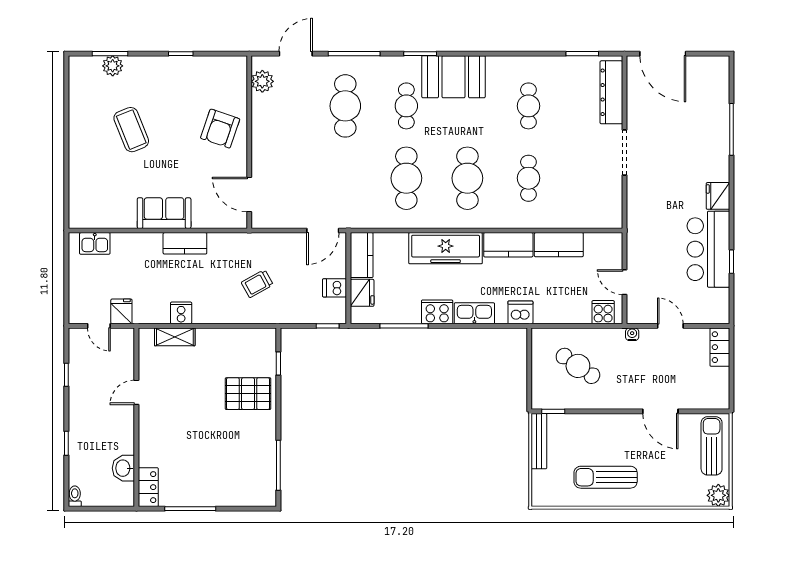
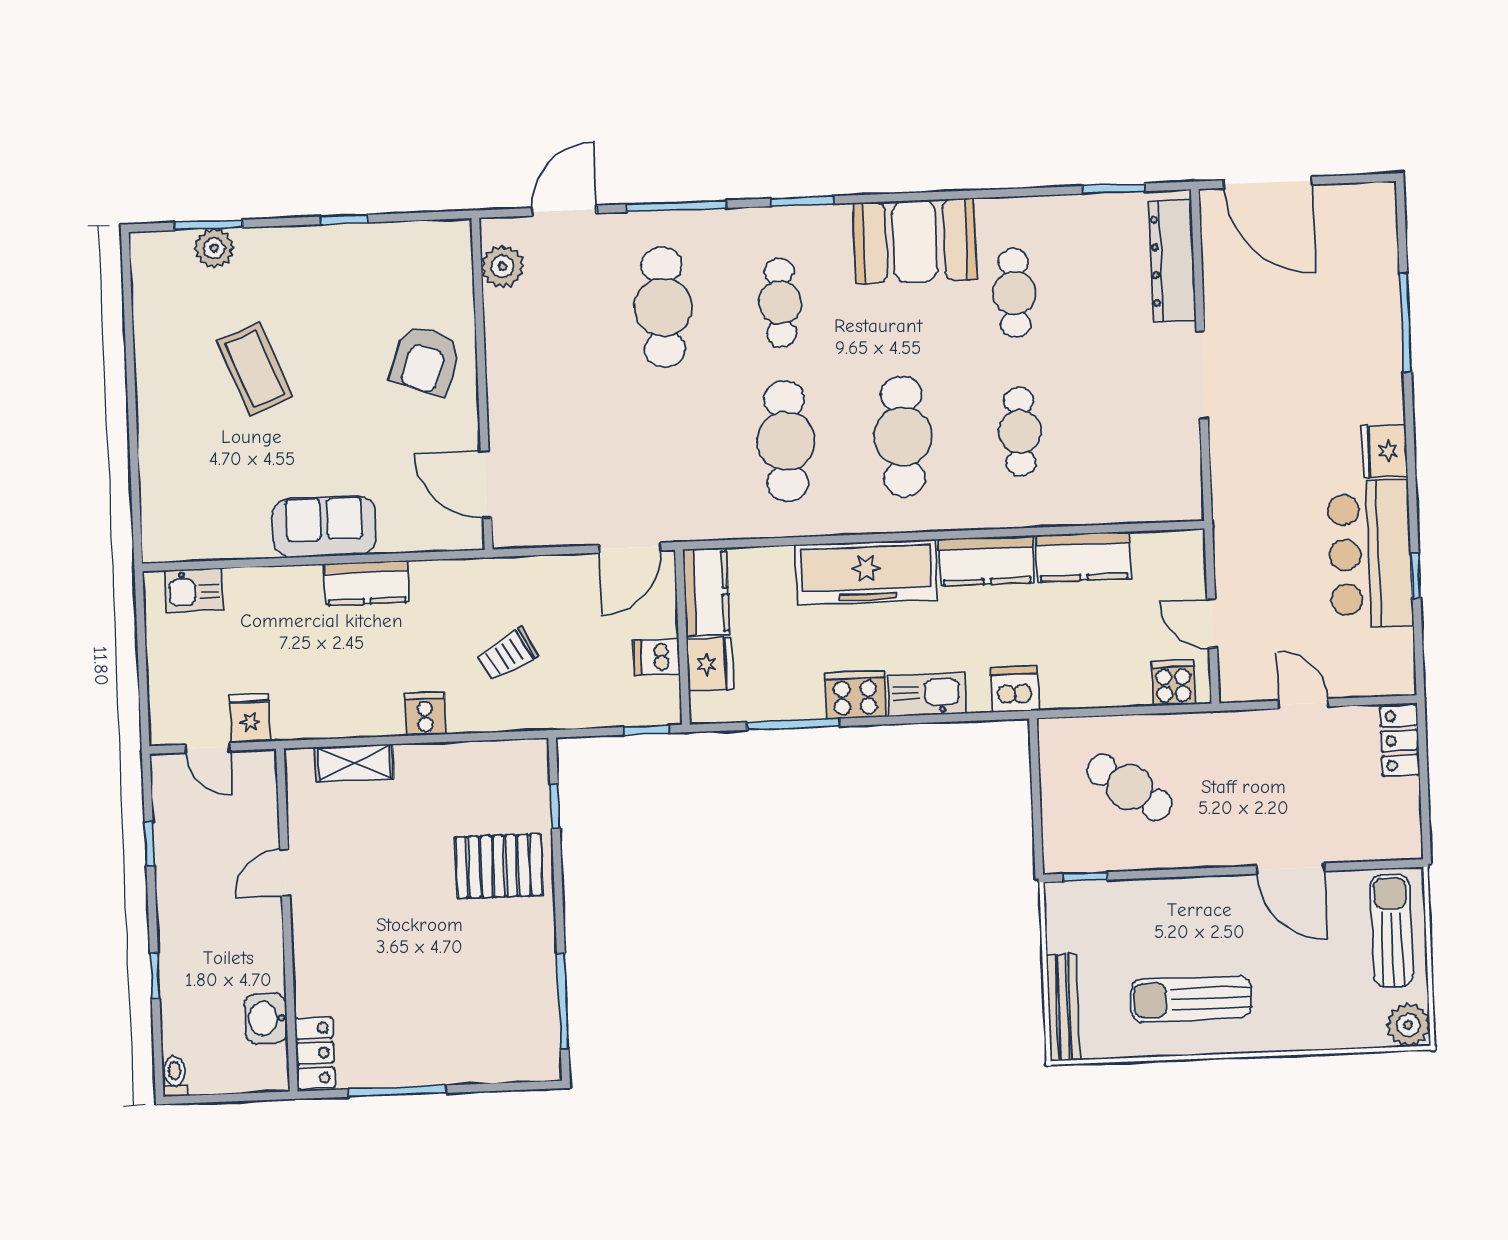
booth: (454, 77) -> (915, 241), moved
cooker: (181, 313) -> (425, 714), moved
water cooler: (632, 334) -> (1231, 723), removed
bench: (539, 441) -> (1063, 1007), moved

